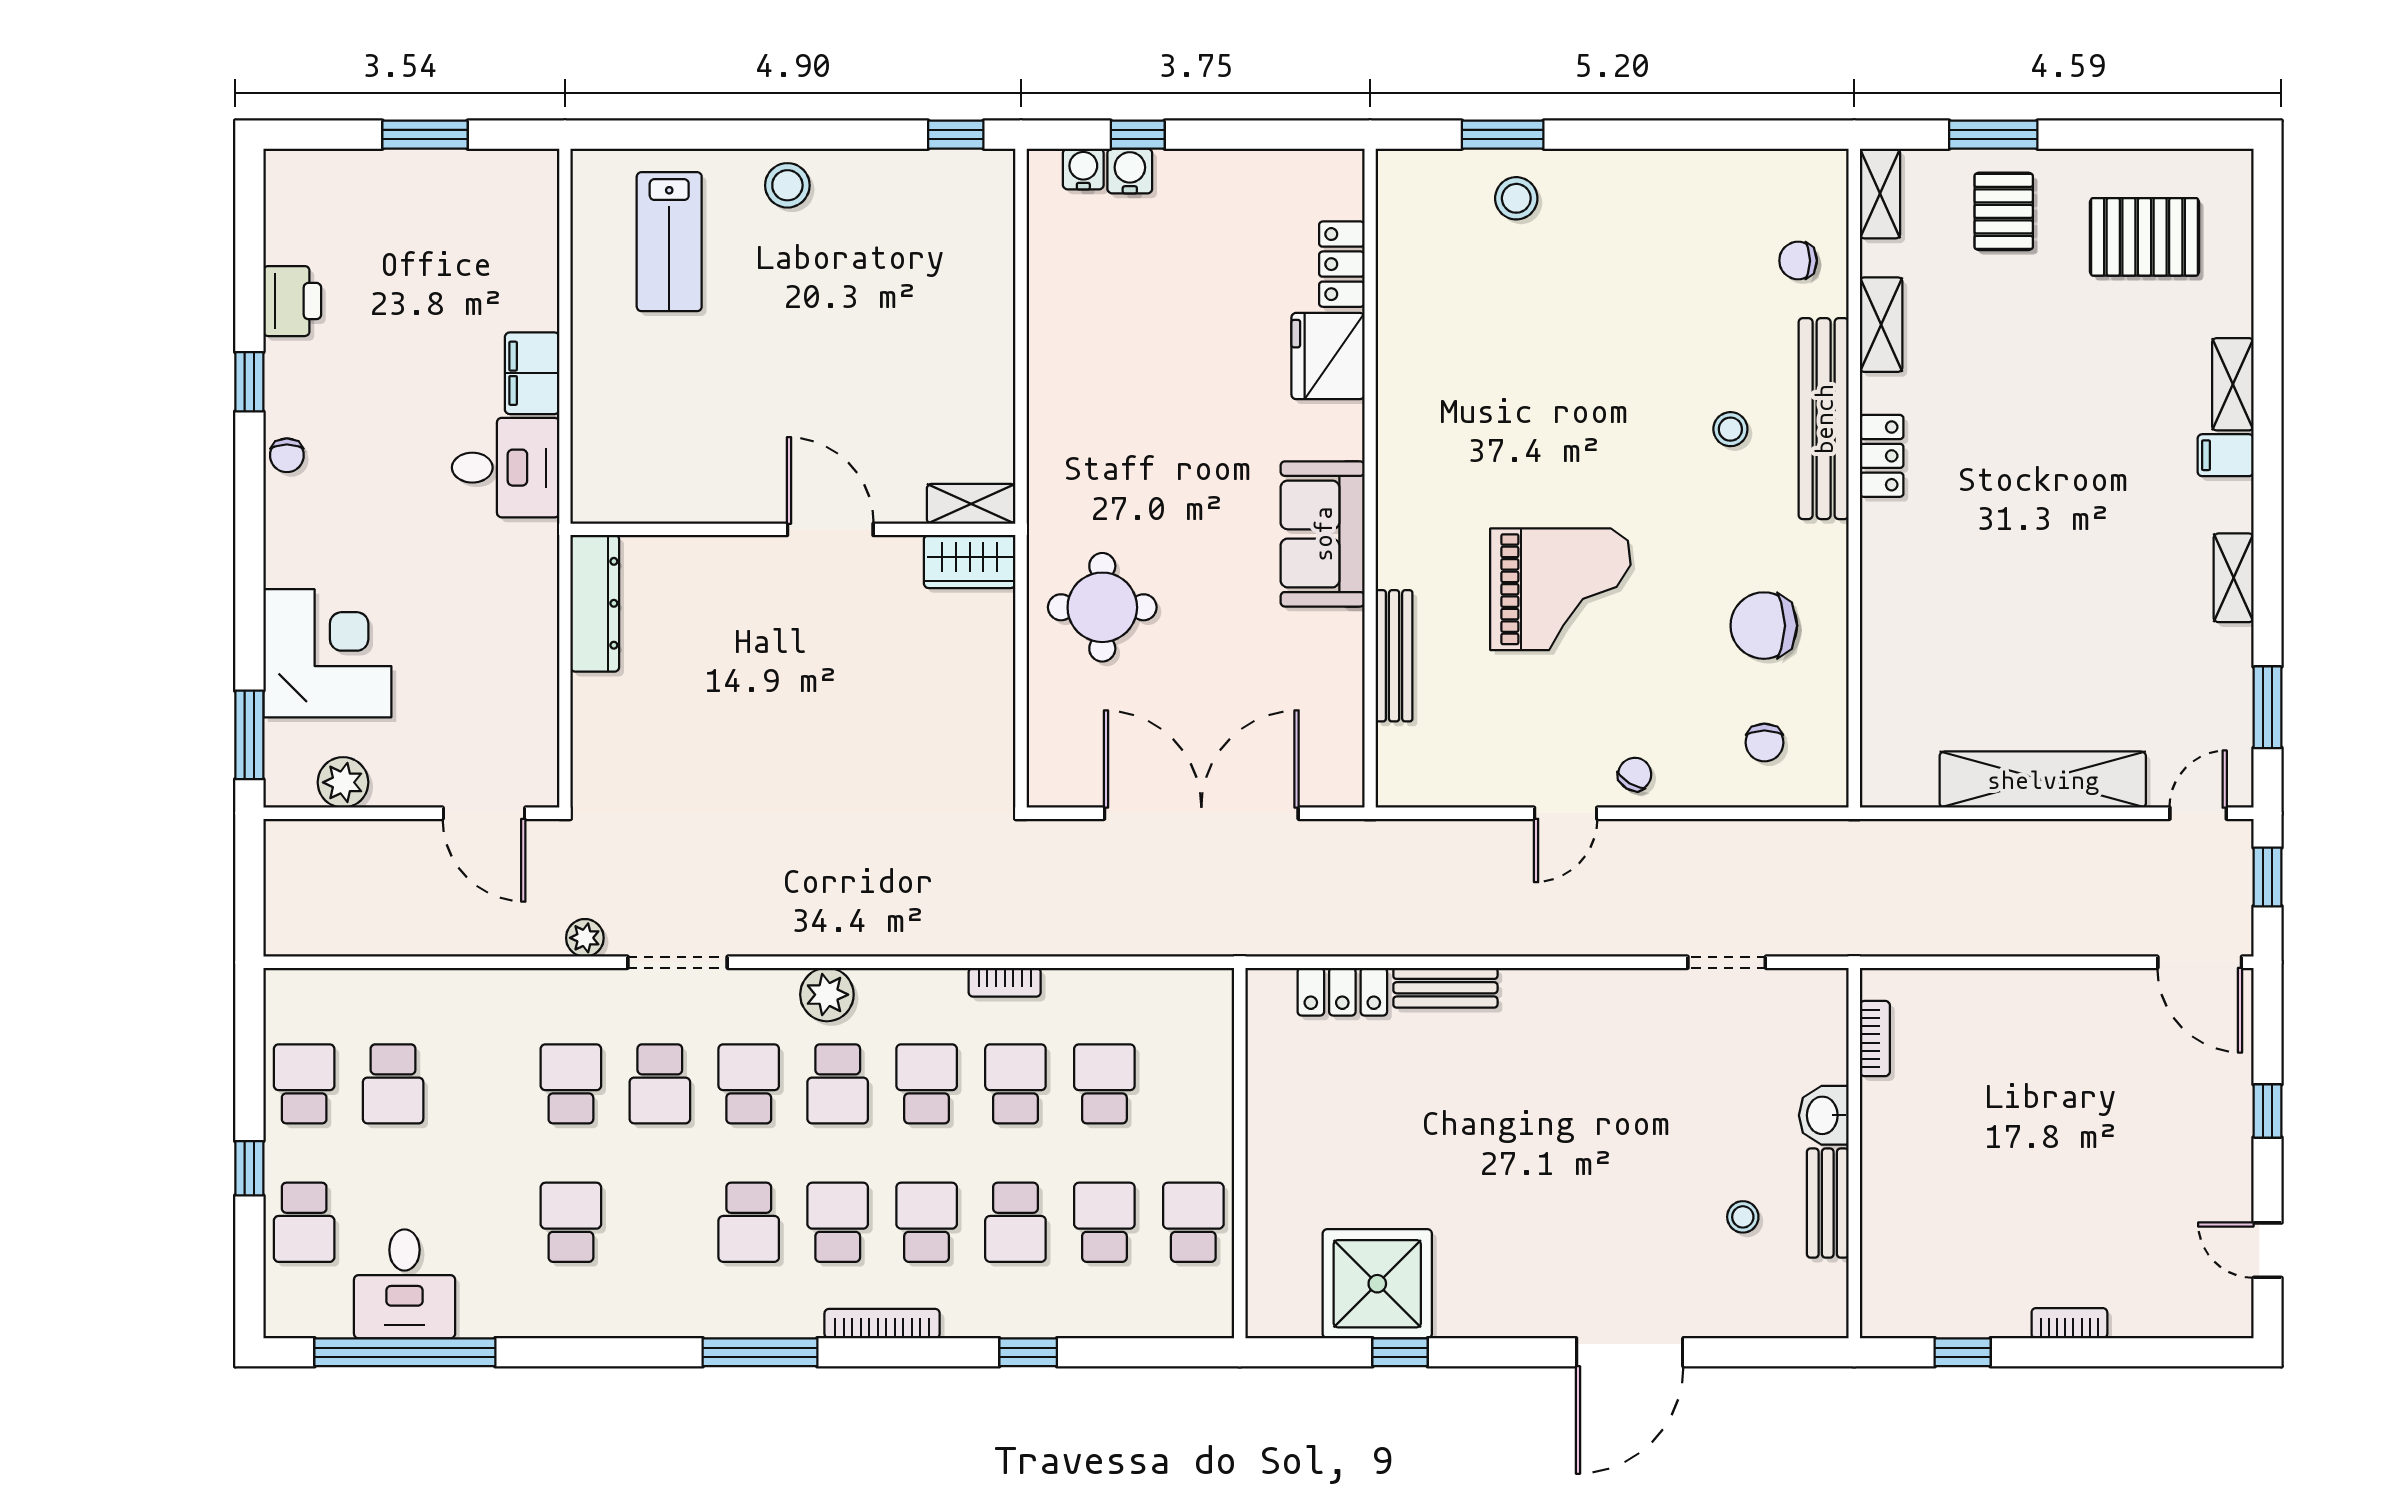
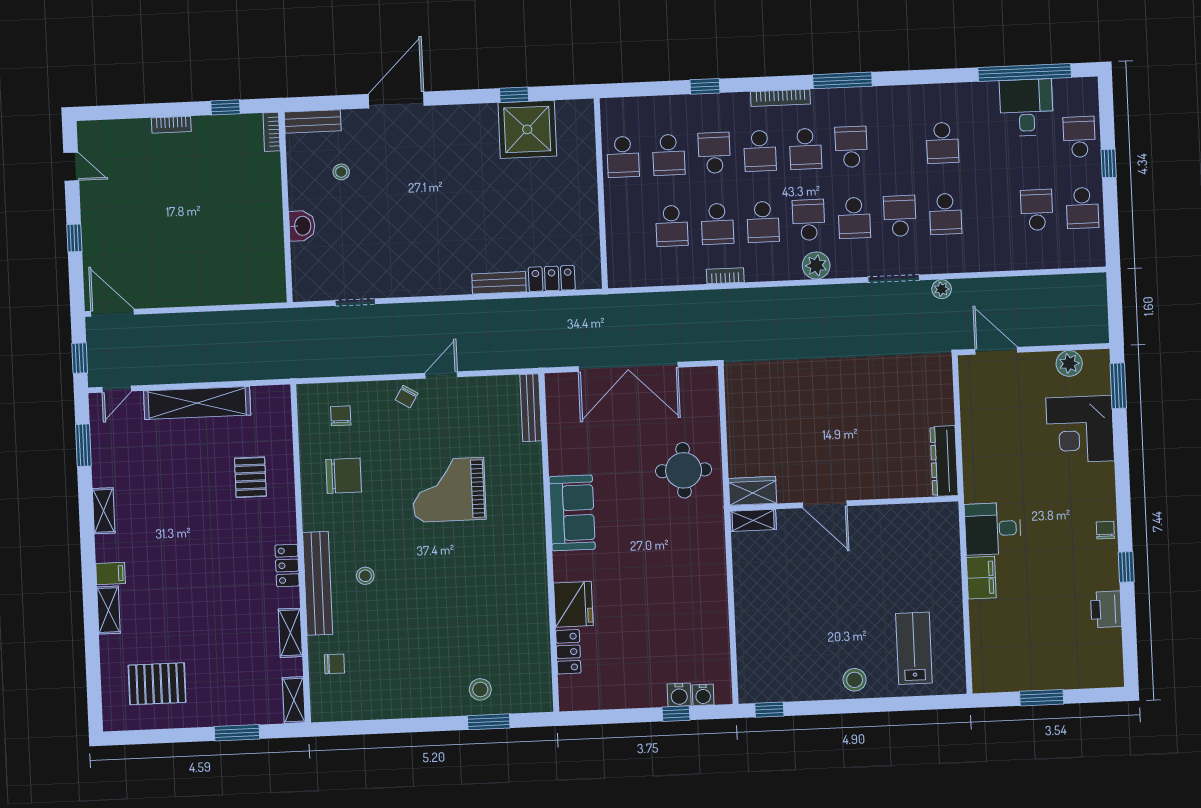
pallet: (2004, 211) -> (250, 477), moved
bench: (1394, 656) -> (531, 408), moved
bookcase: (1875, 1038) -> (272, 132), moved
bench: (1828, 1203) -> (313, 121), moved, turned 90

